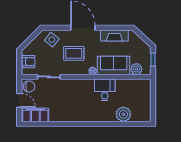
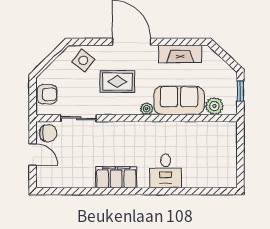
desk: (105, 90) -> (166, 171), moved, turned 180
plant: (123, 114) -> (194, 176), removed
filing cabinet: (35, 115) -> (116, 177), moved

